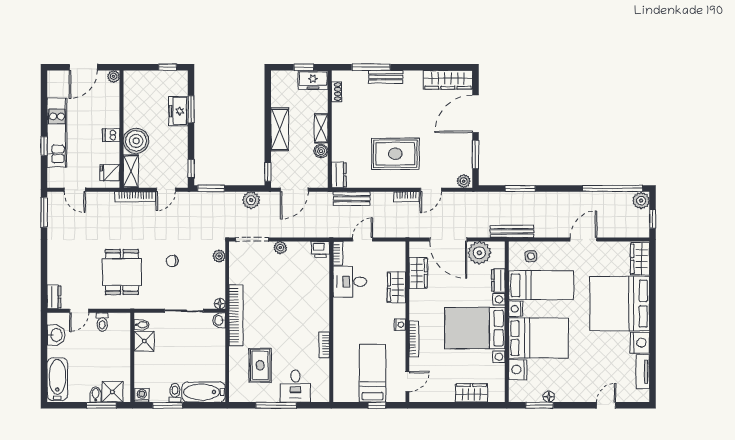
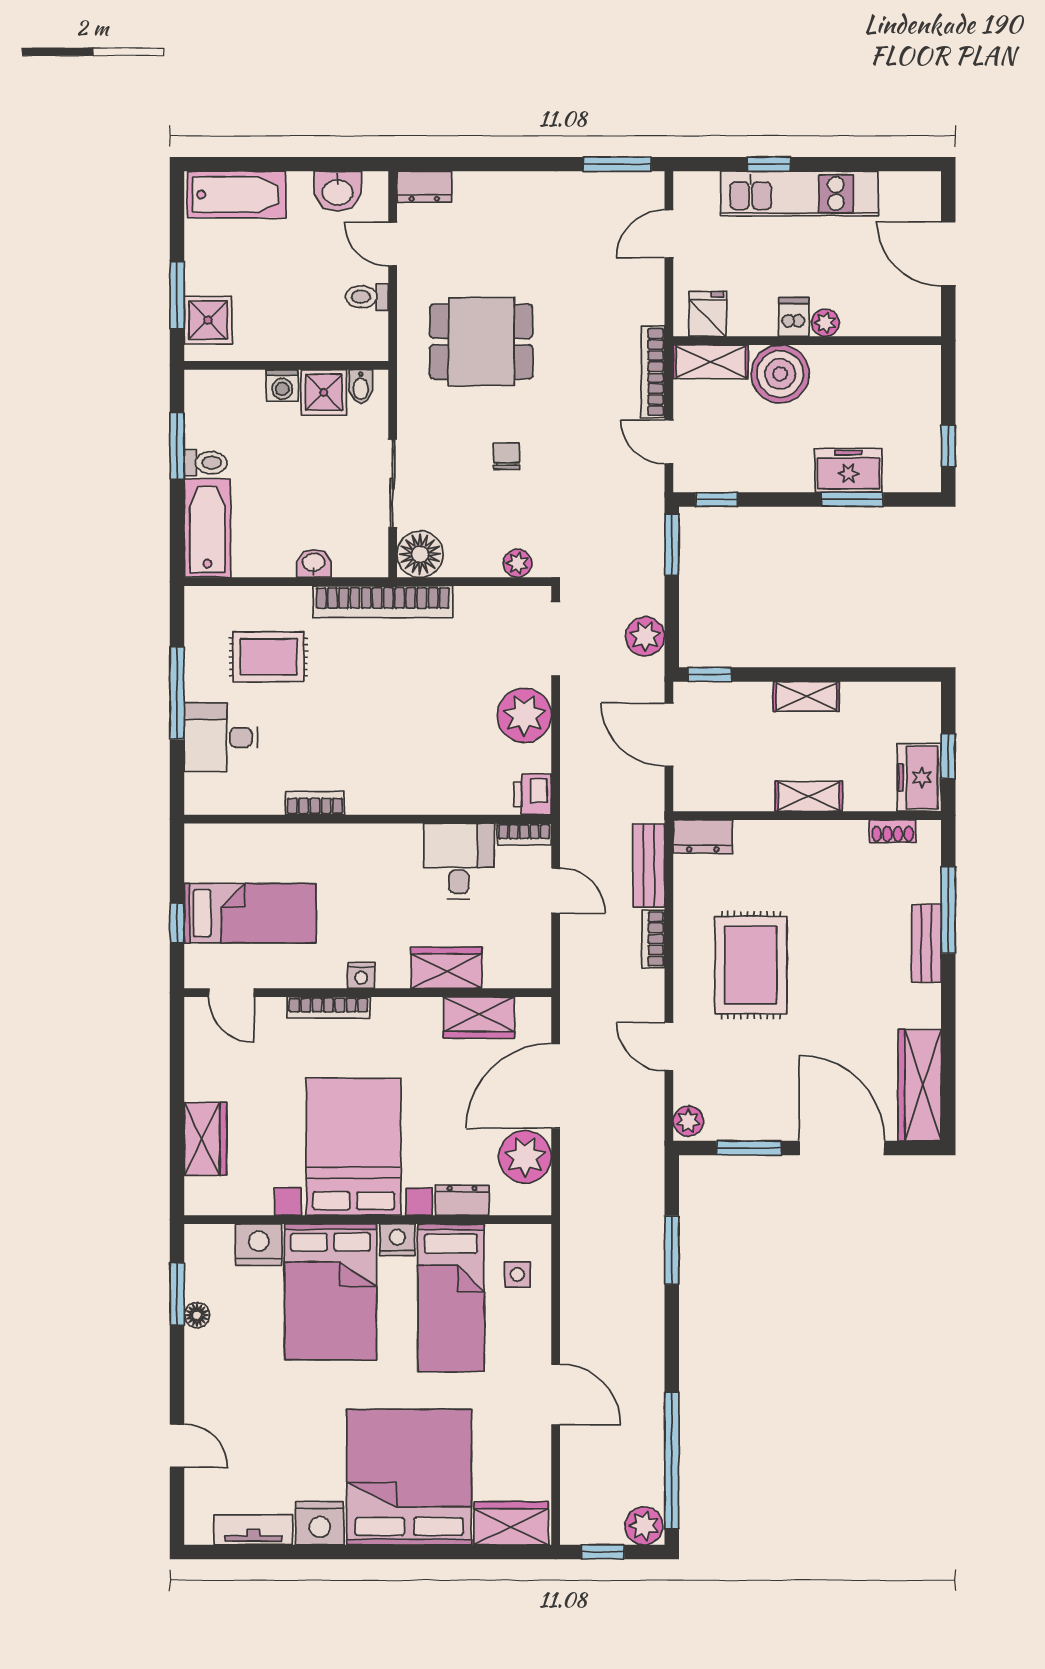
plant: (114, 76) -> (825, 323), moved
shelving: (280, 129) -> (807, 696), width x0.67, depth x0.75
boiler: (321, 151) -> (757, 796), removed
bookcase: (406, 197) -> (653, 939), moved
bench: (512, 231) -> (574, 1231), removed
plant: (280, 248) -> (524, 715), width x1.87, depth x1.87
floor lamp: (220, 304) -> (420, 554), width x1.89, depth x1.89
washbasin: (219, 320) -> (314, 563), moved
bidet: (96, 395) -> (202, 282), removed
washing machine: (142, 395) -> (282, 386), moved, turned 90

